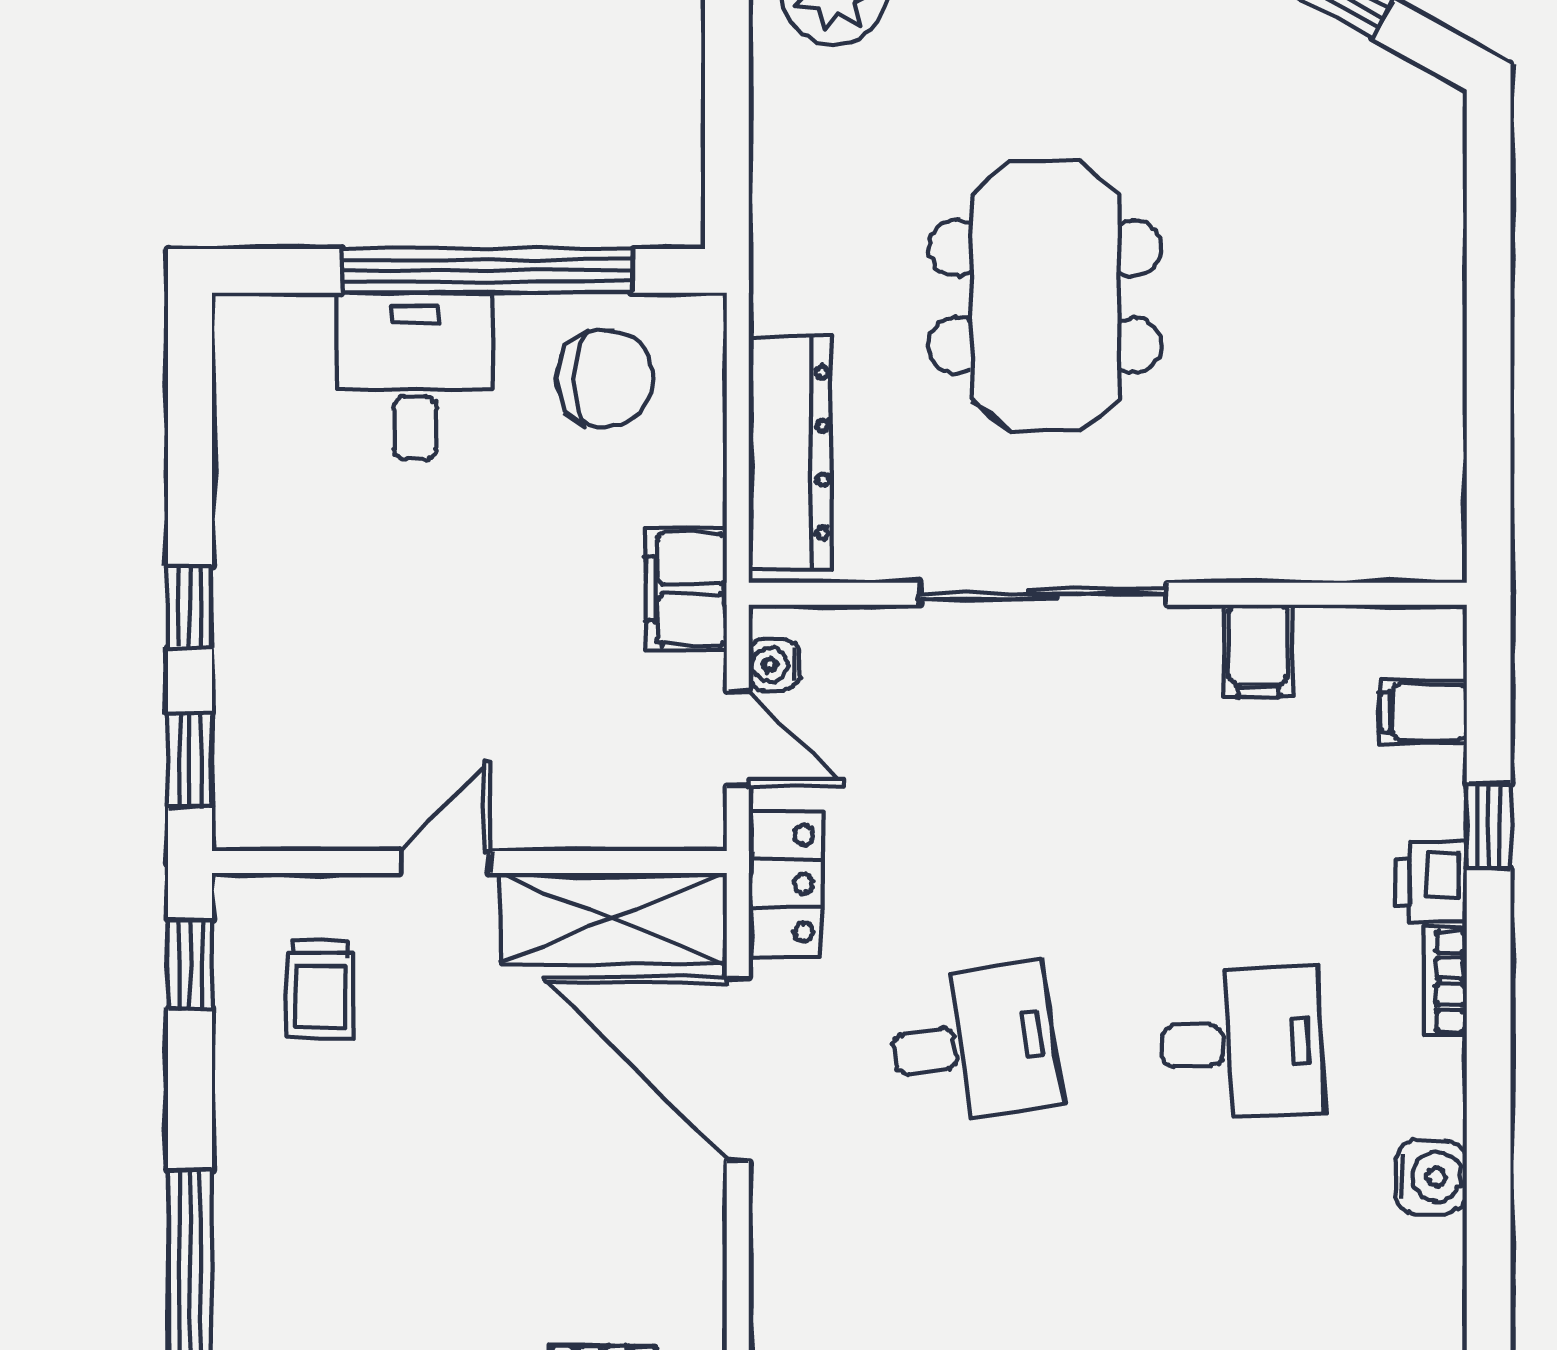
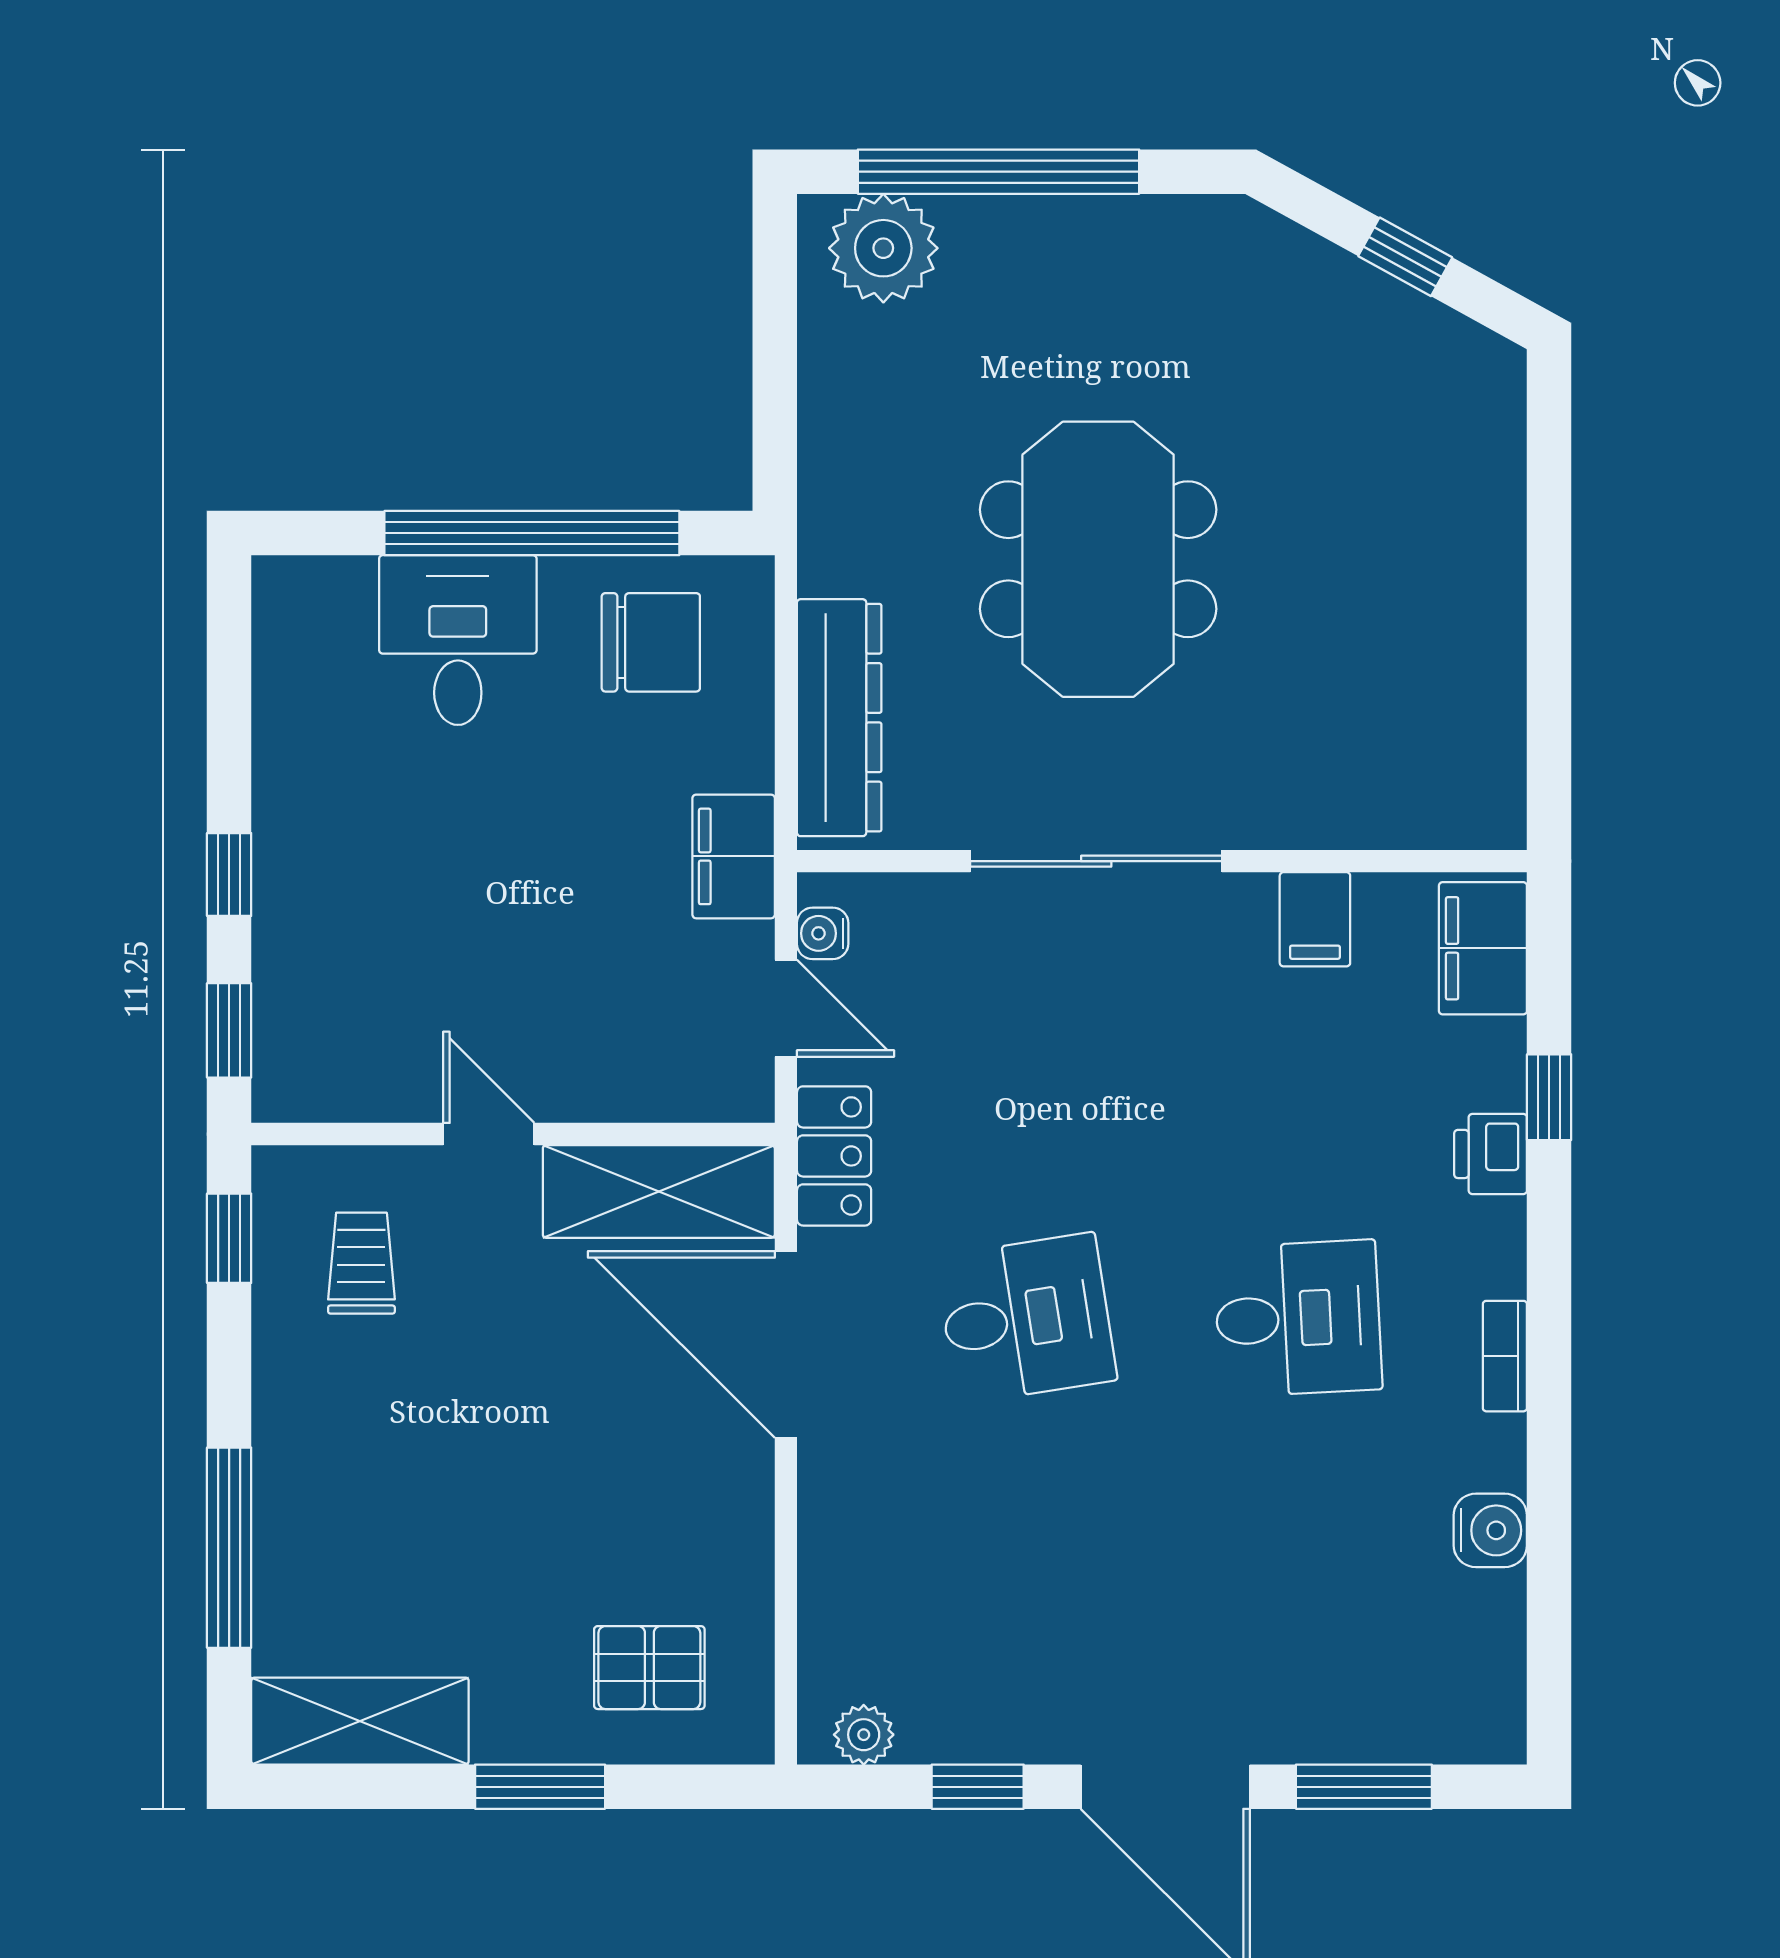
filing cabinet: (1424, 712) -> (1483, 948), width x2.00
door: (445, 862) -> (489, 1134), hinge flipped
bookcase: (1445, 981) -> (1505, 1356), moved
trolley: (320, 989) -> (361, 1263), turned 180
water cooler: (1431, 1177) -> (1490, 1530), moved

